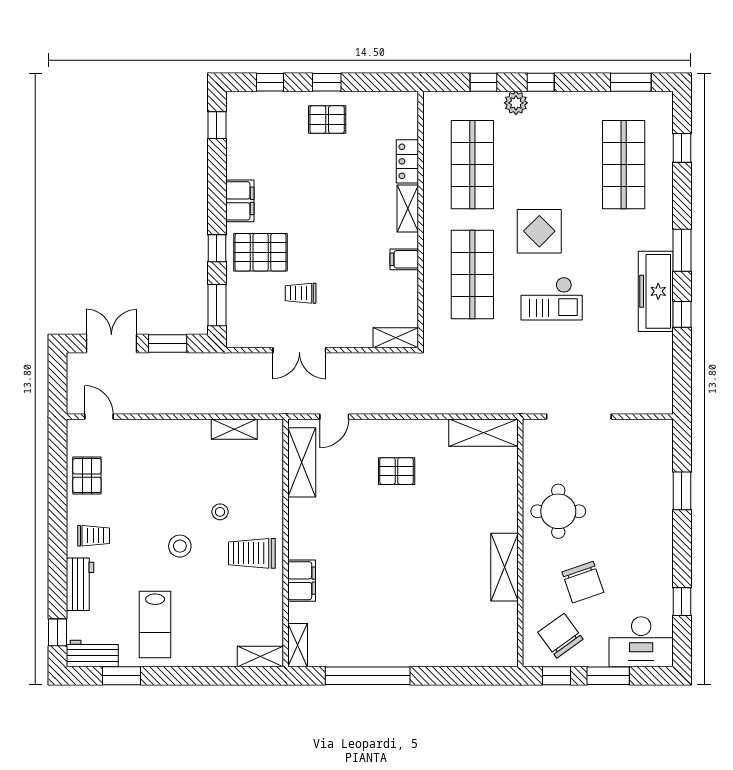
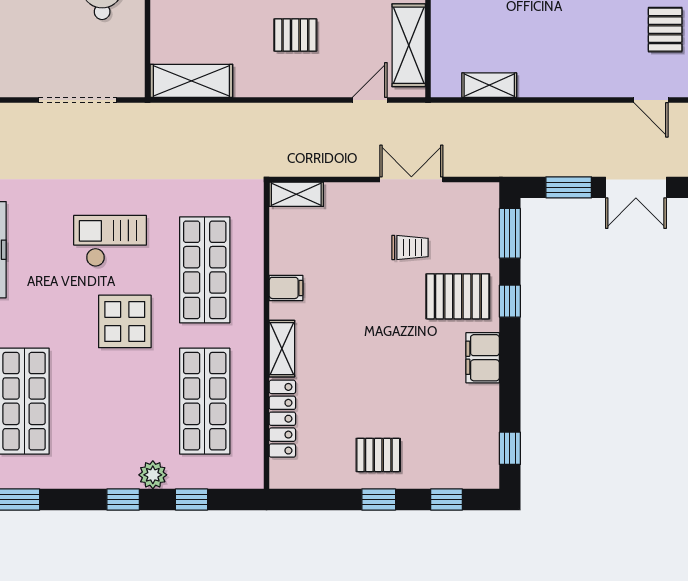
locker: (407, 161) -> (282, 419), width x1.53

